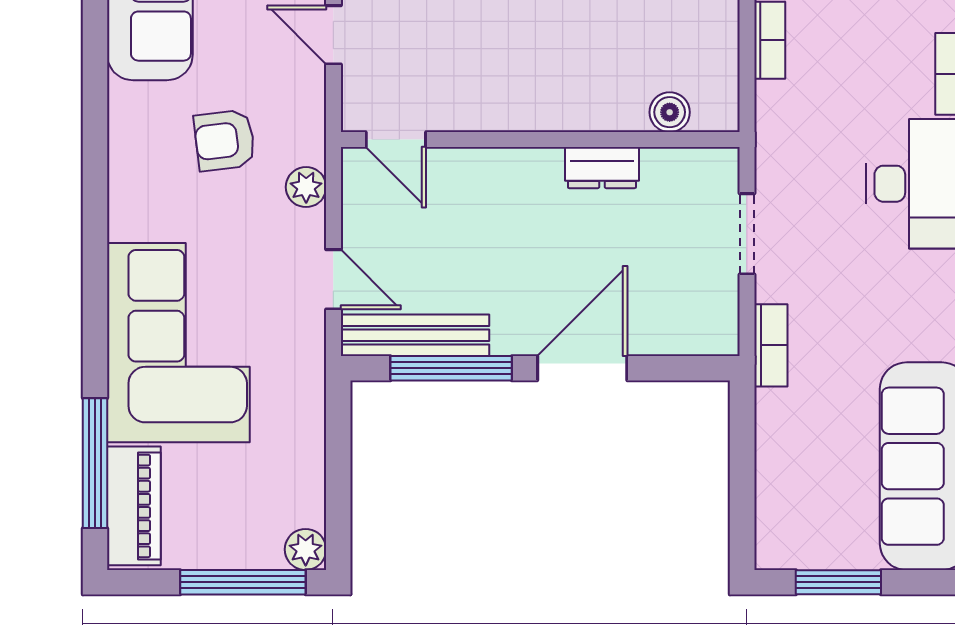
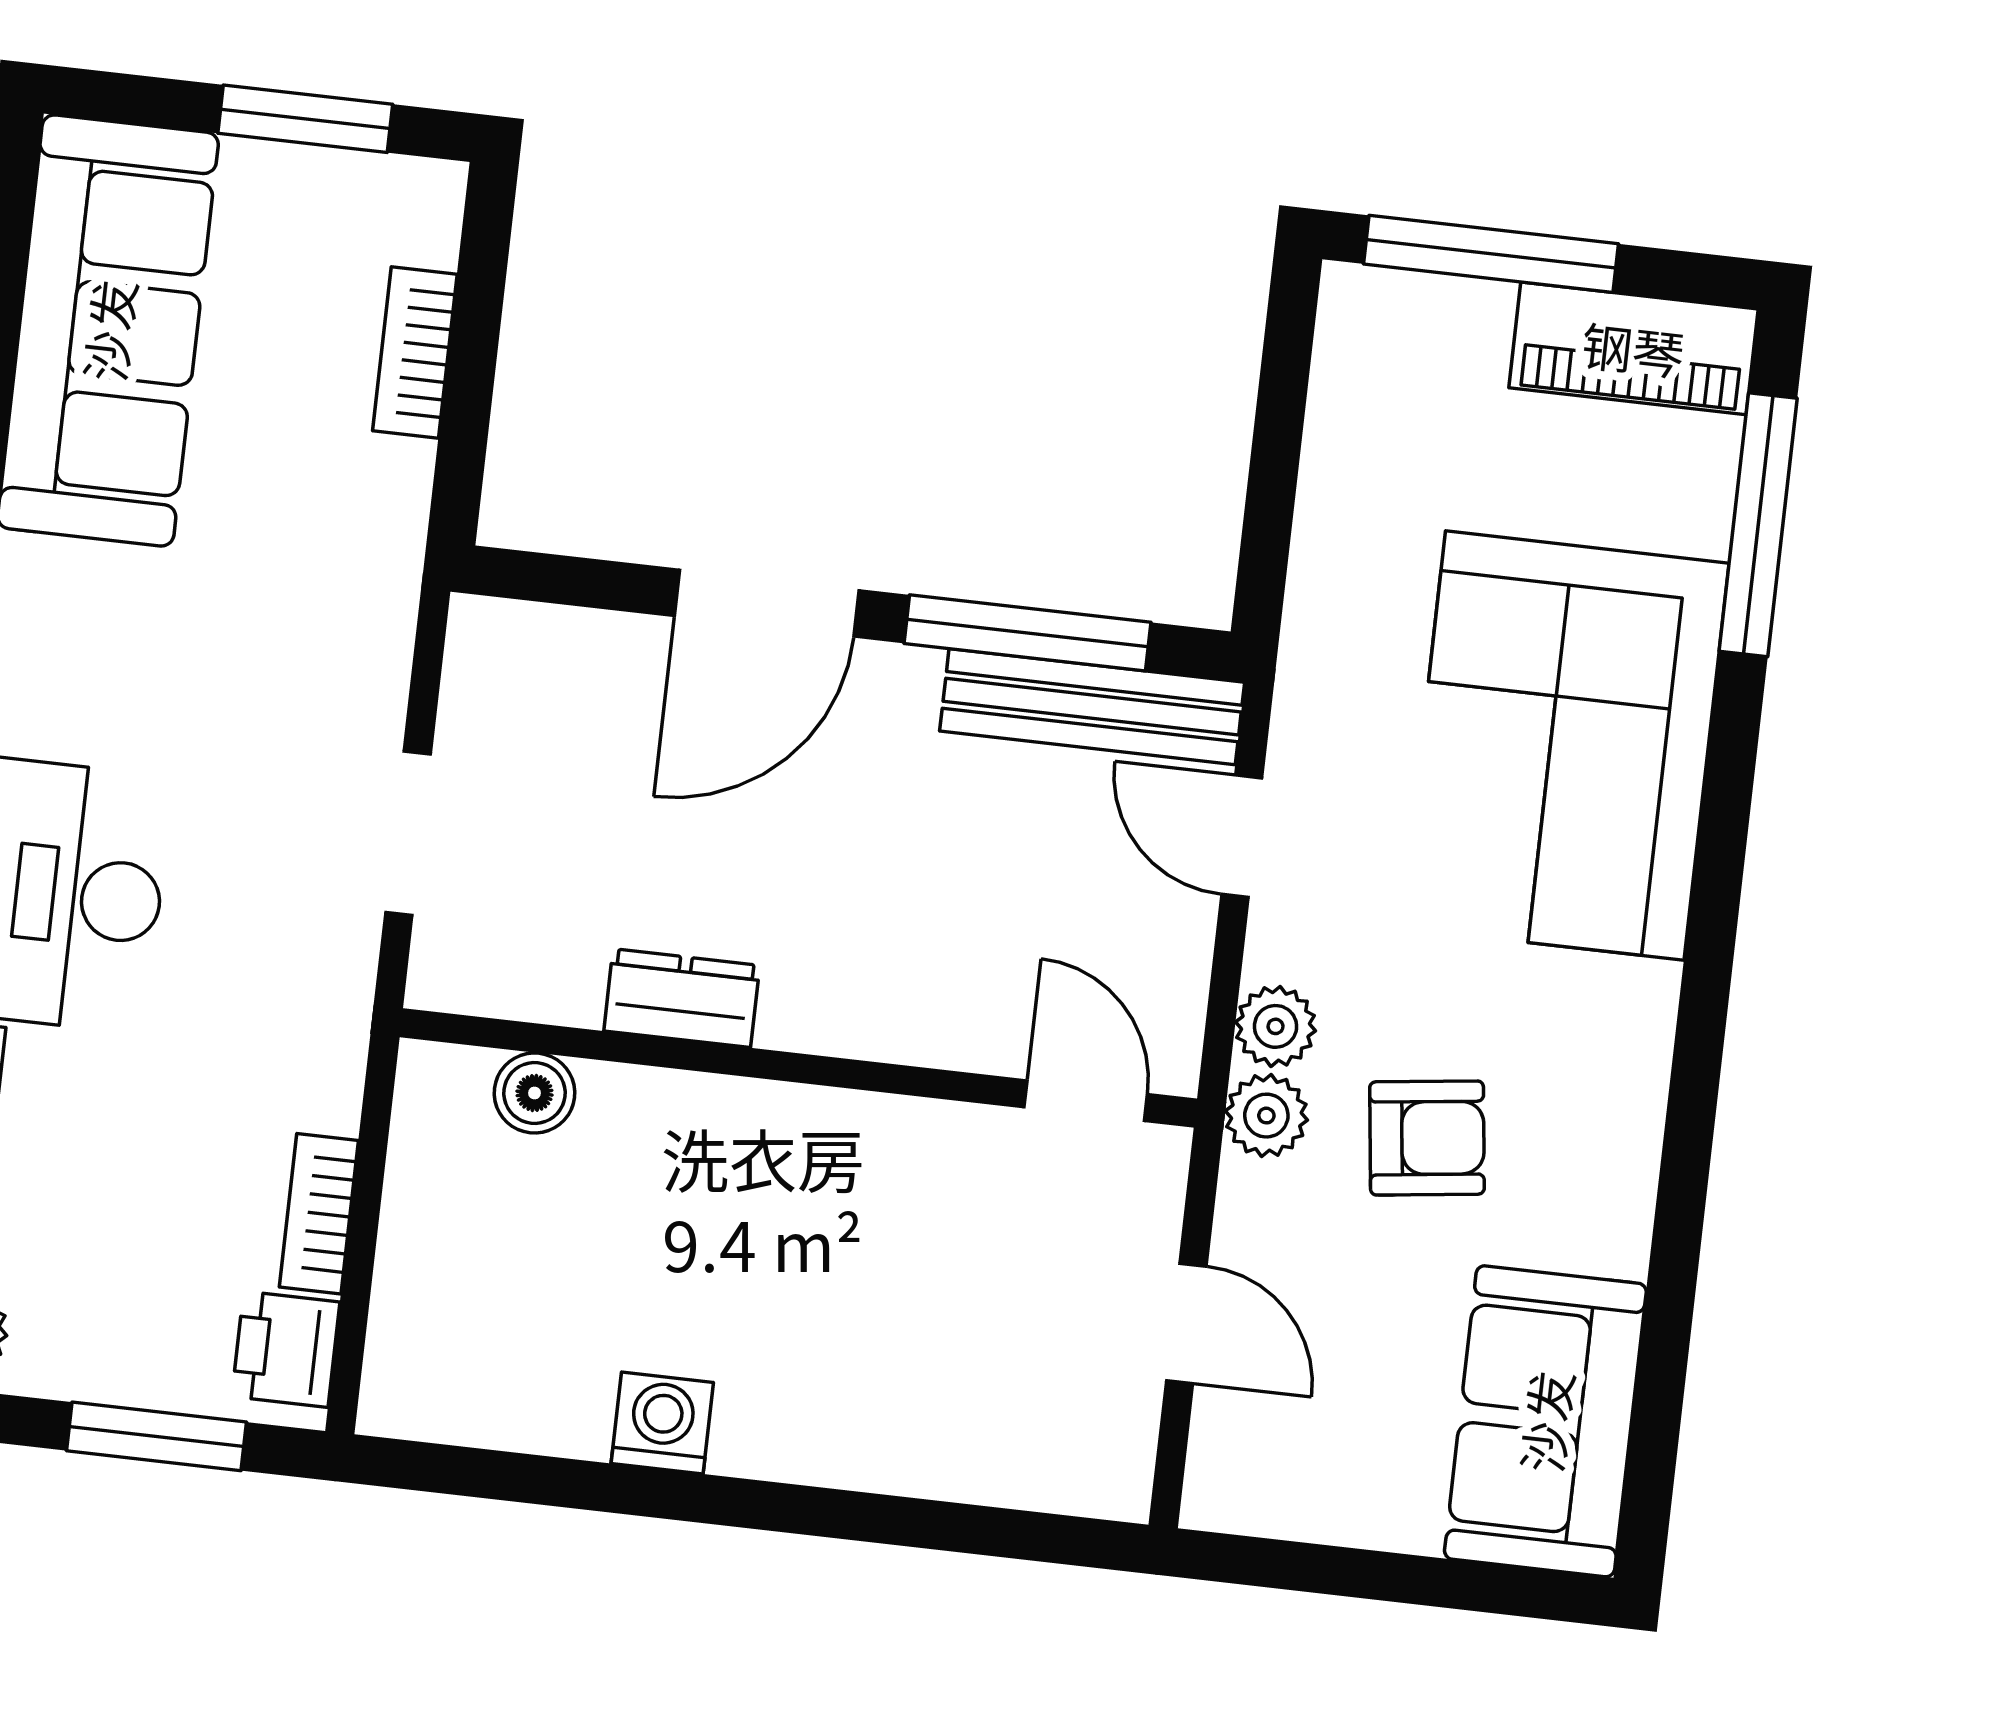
bookcase: (771, 345) -> (415, 353), moved
piano: (134, 506) -> (1633, 348), moved, turned -90
plant: (306, 549) -> (1266, 1116), moved

